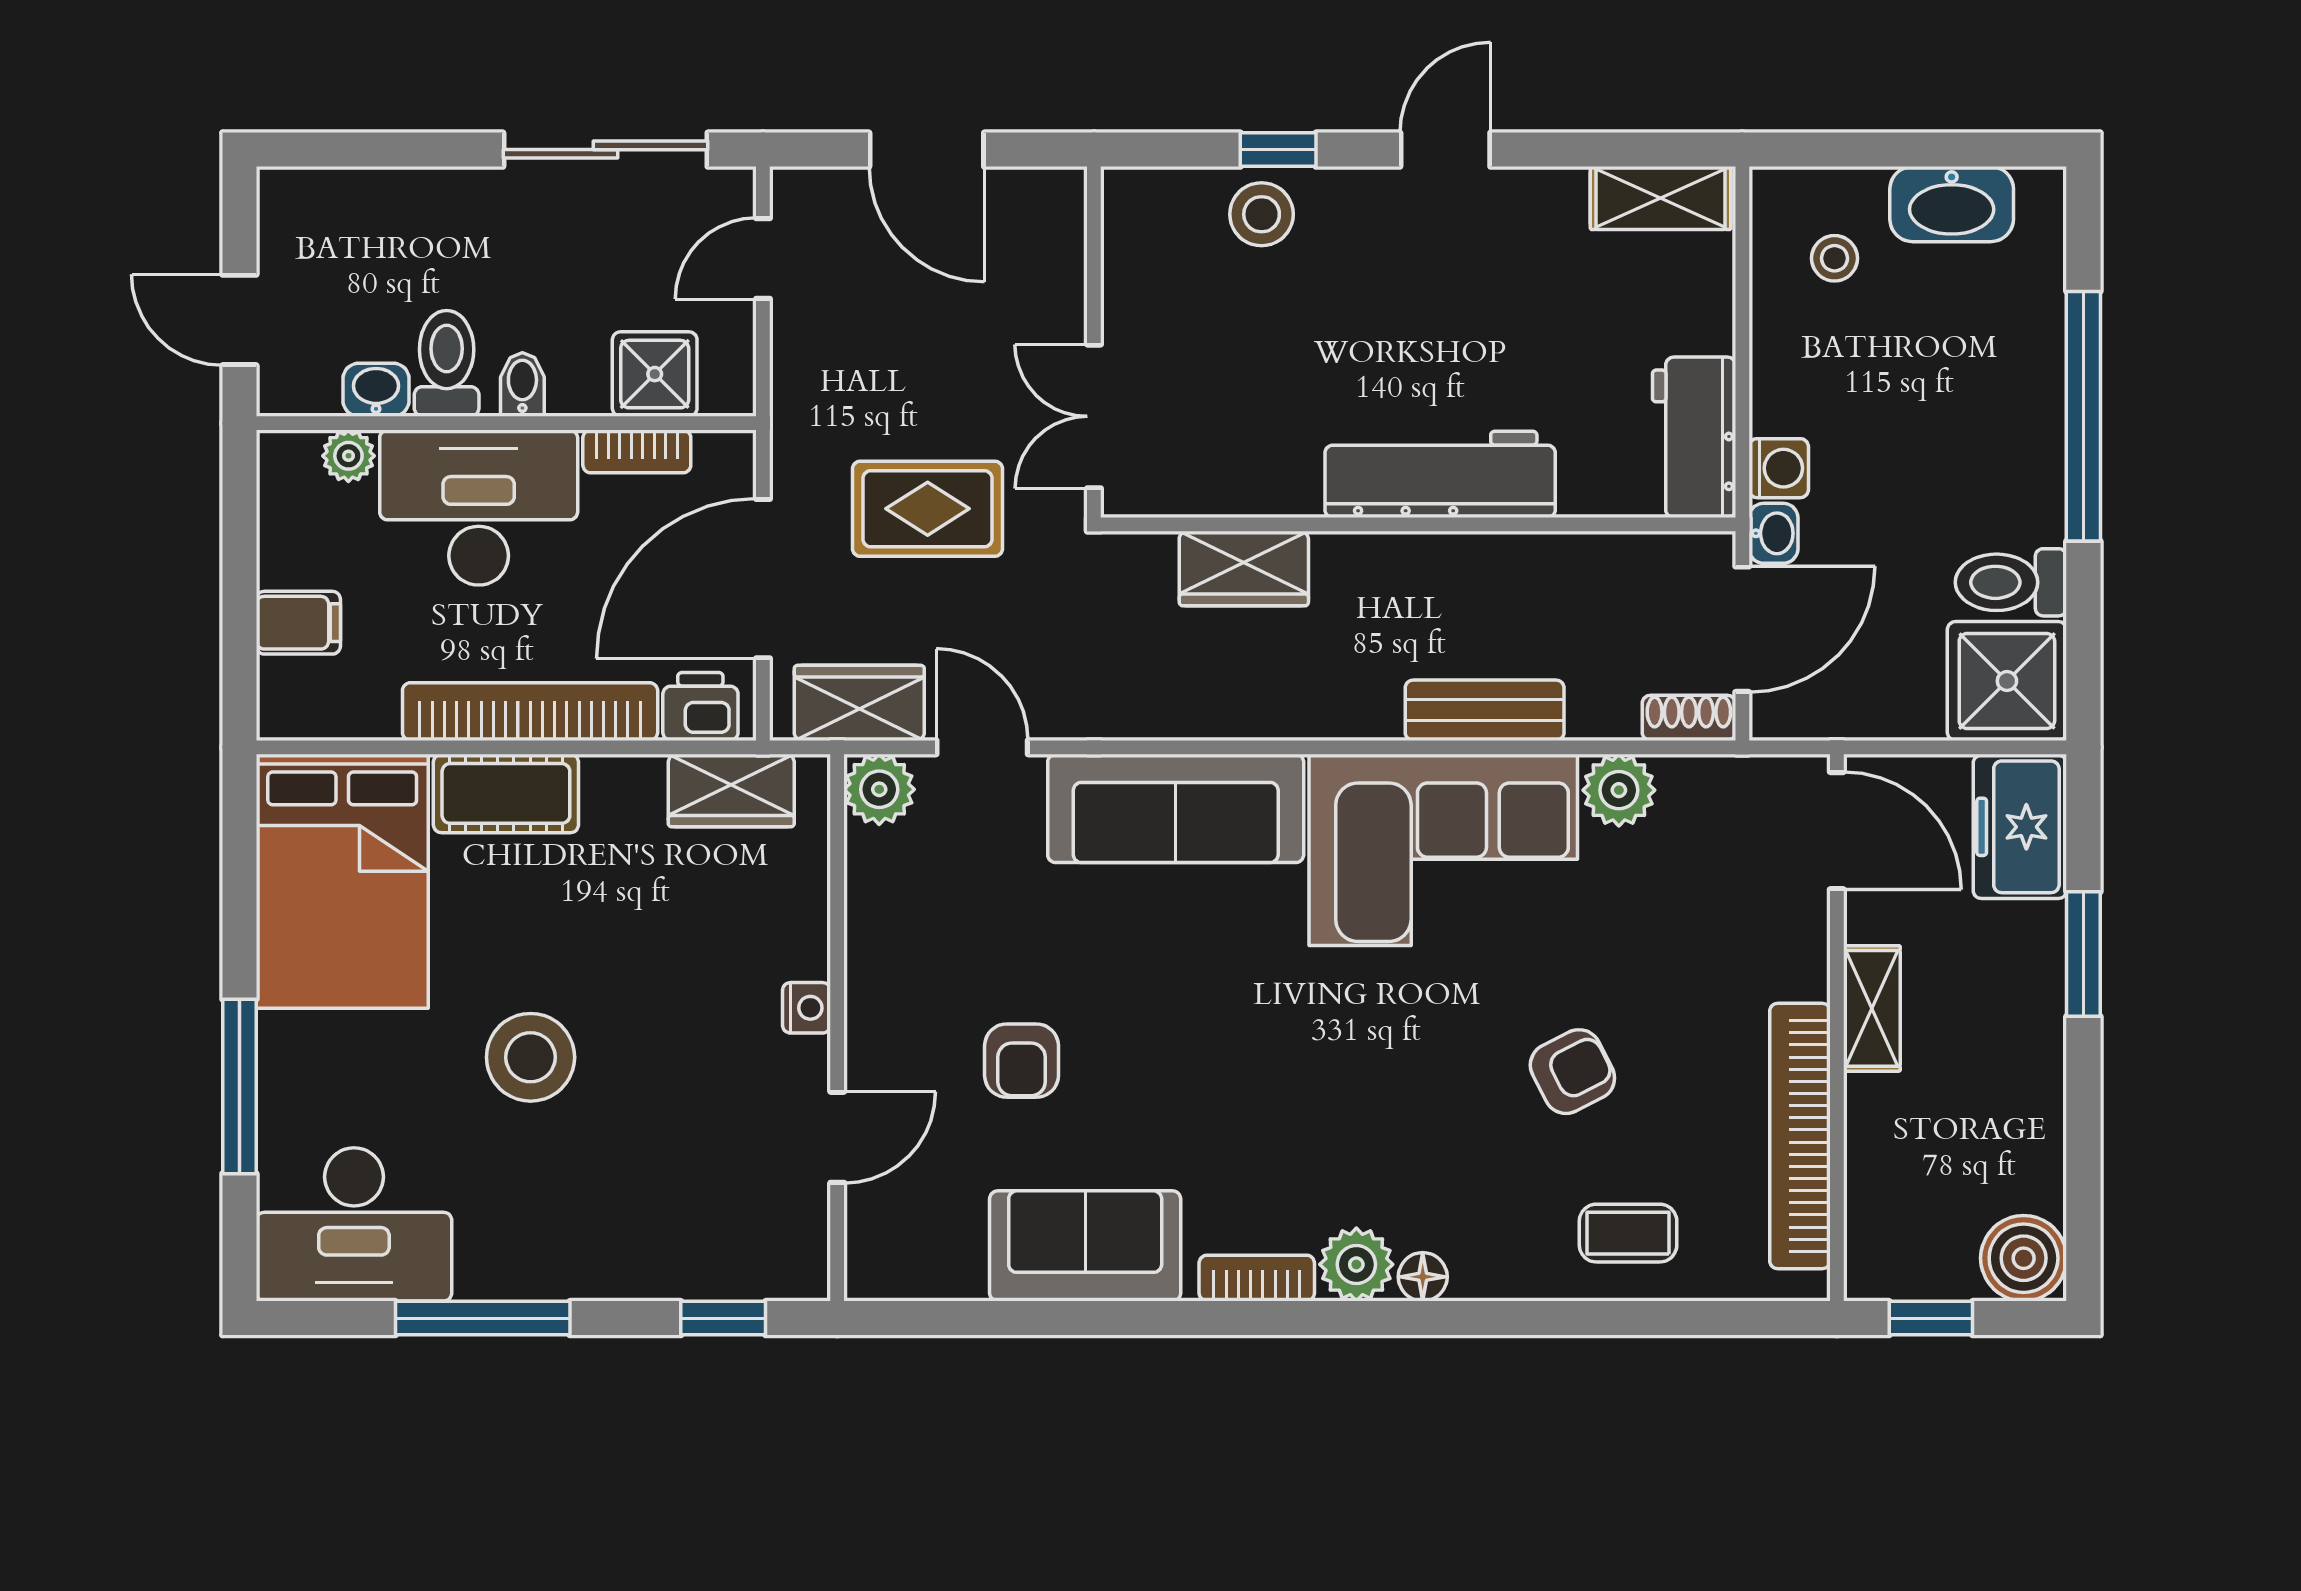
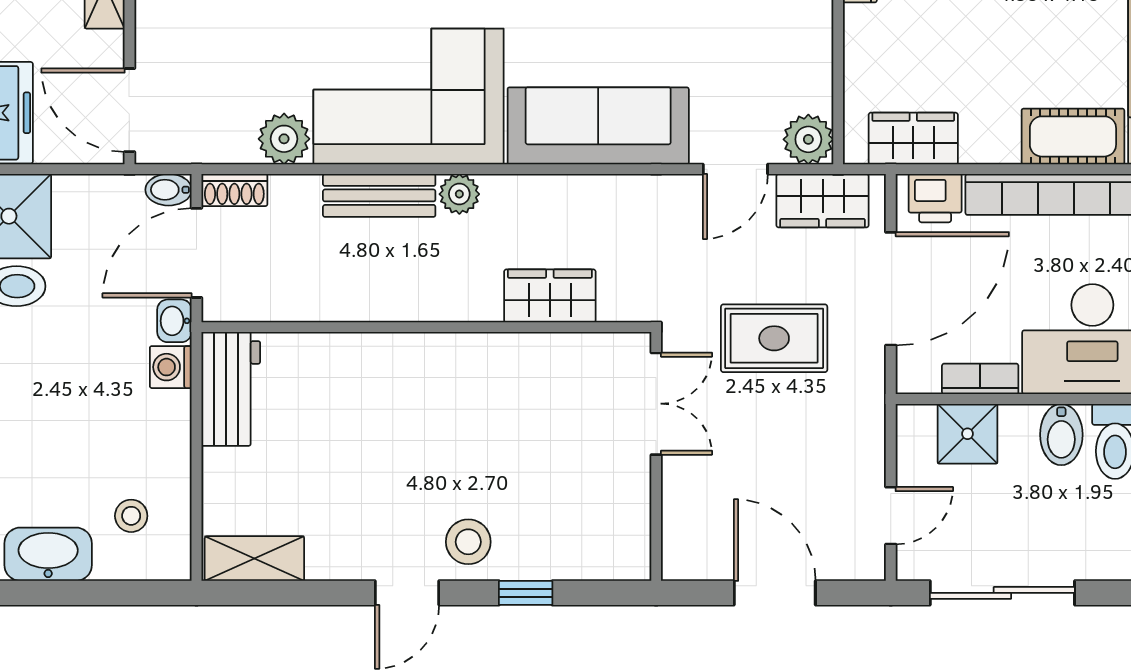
stool: (1262, 214) -> (468, 542), moved
bidet: (522, 384) -> (1061, 435), width x1.38, depth x1.36
workbench: (1440, 474) -> (411, 363), removed
plant: (1372, 712) -> (459, 194), added
bidet: (1782, 718) -> (169, 190), added
door: (982, 747) -> (735, 169), hinge flipped

